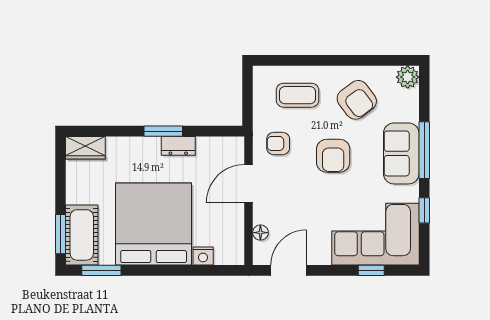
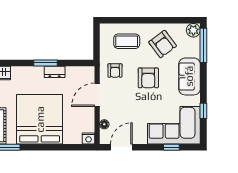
armchair: (278, 143) -> (115, 70), turned -90
window: (424, 150) -> (203, 45), moved
nightstand: (203, 256) -> (89, 138), moved

